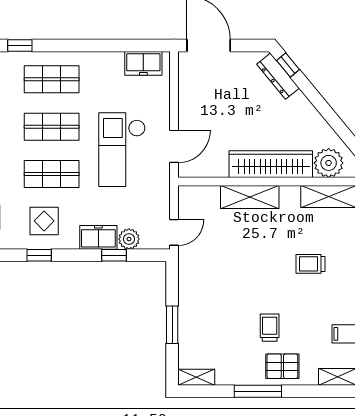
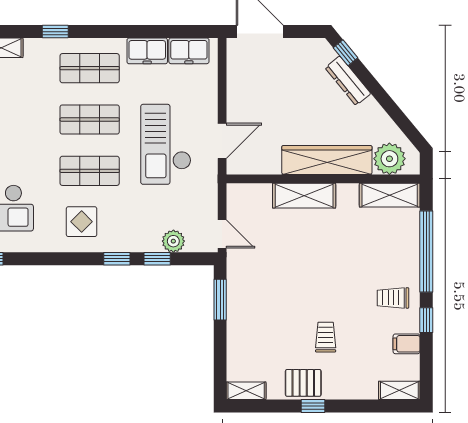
dresser: (278, 76) -> (348, 81), moved
door: (174, 232) -> (222, 234), hinge flipped
freezer: (98, 237) -> (147, 51), moved, turned 180
window: (39, 255) -> (117, 259), moved
trolley: (311, 264) -> (393, 298), moved
window: (172, 325) -> (220, 300), moved
pallet: (282, 366) -> (303, 383), moved
window: (258, 391) -> (313, 406), width x0.46

